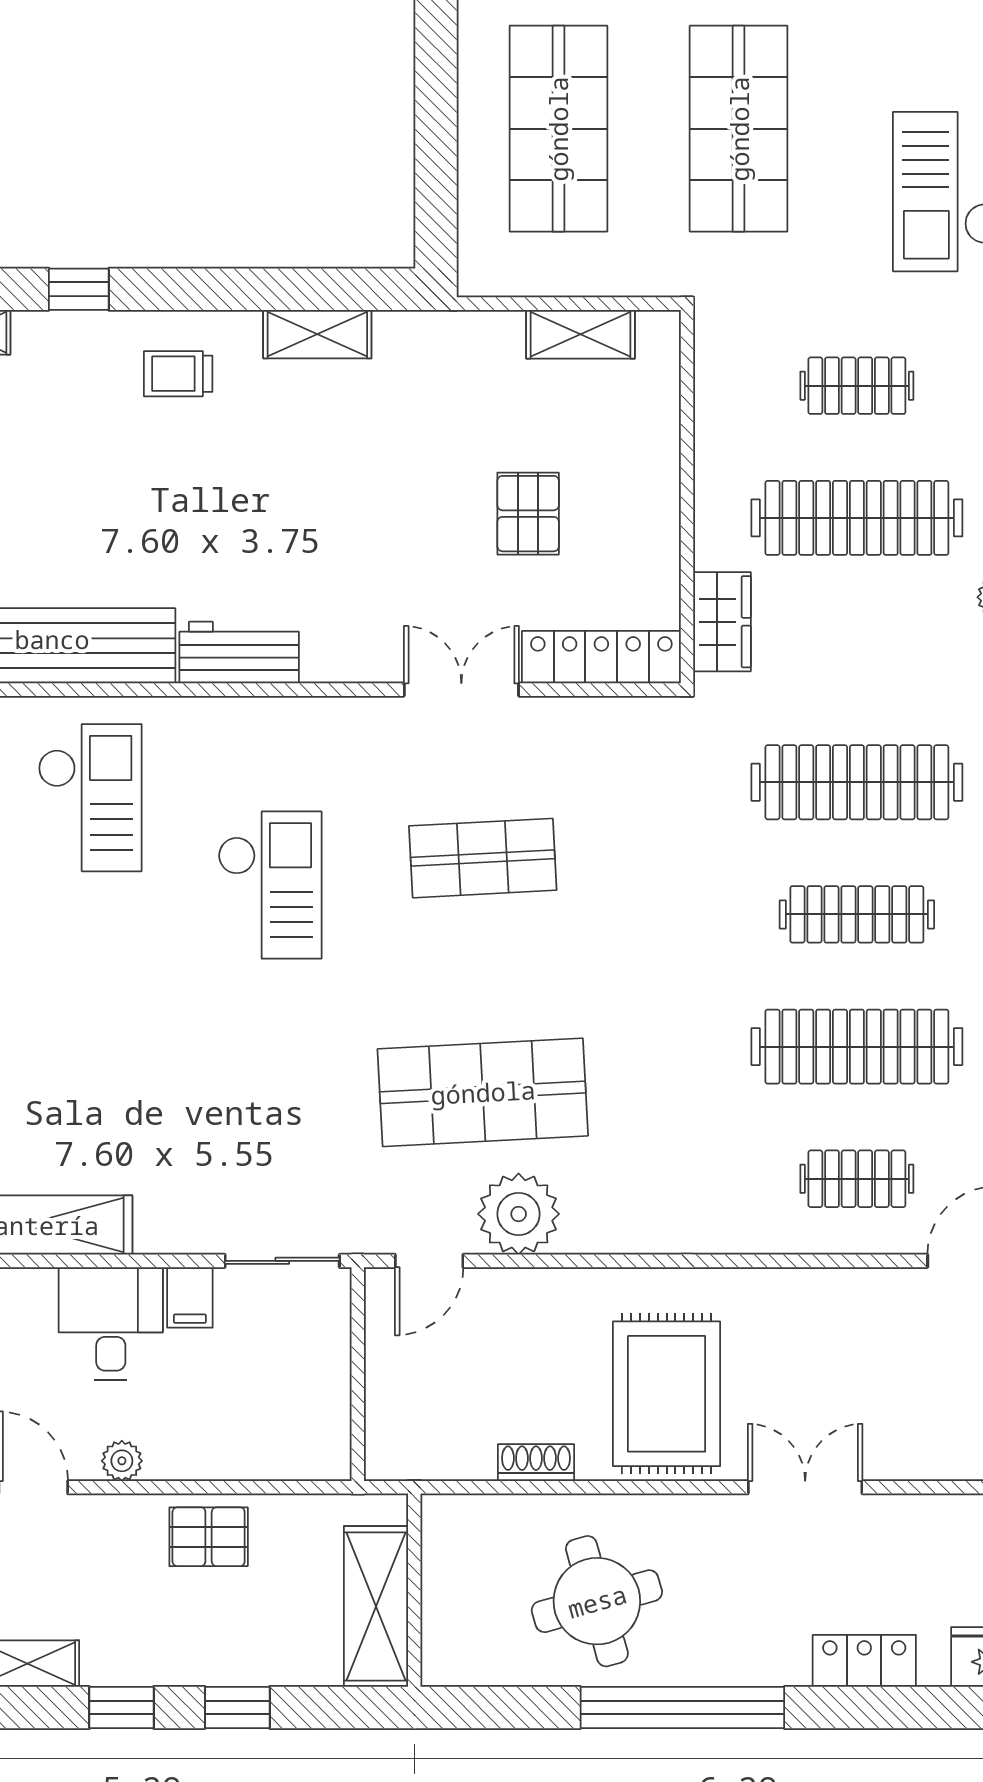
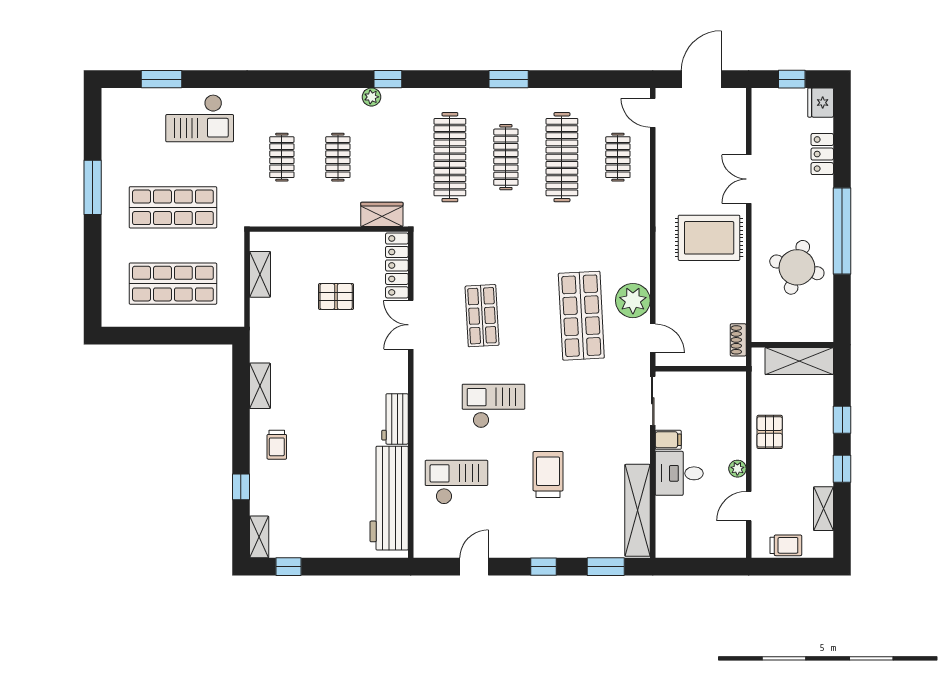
clothes rail: (857, 518) -> (338, 157), width x0.54, depth x0.76
trolley: (108, 1014) -> (548, 474), added
shoe rack: (536, 1463) -> (738, 340), moved
round table: (597, 1601) -> (797, 267), turned 32

